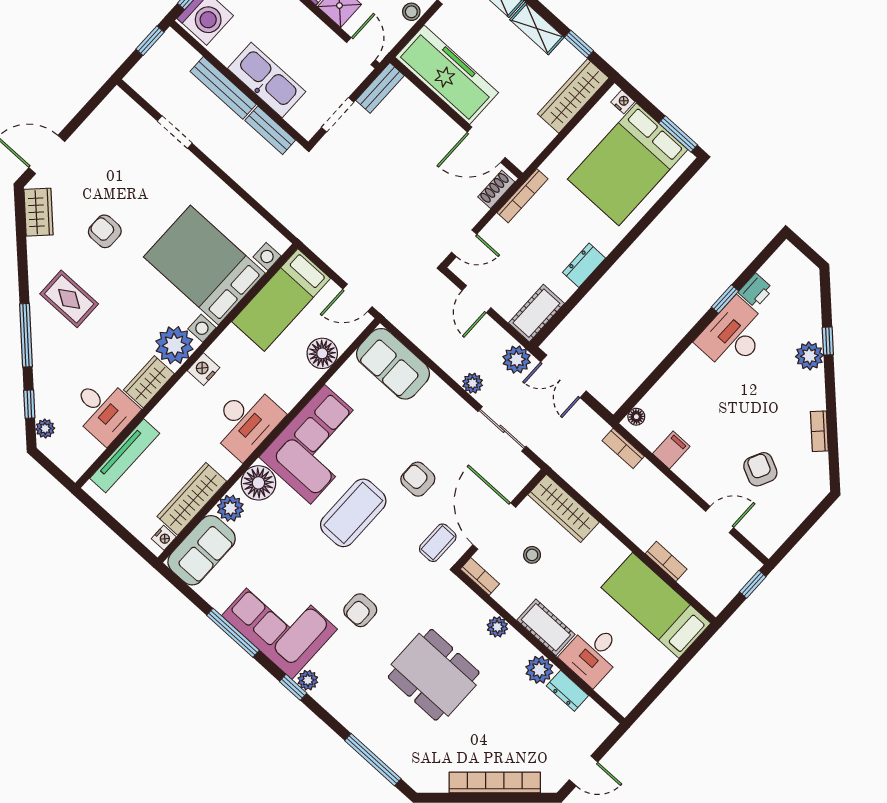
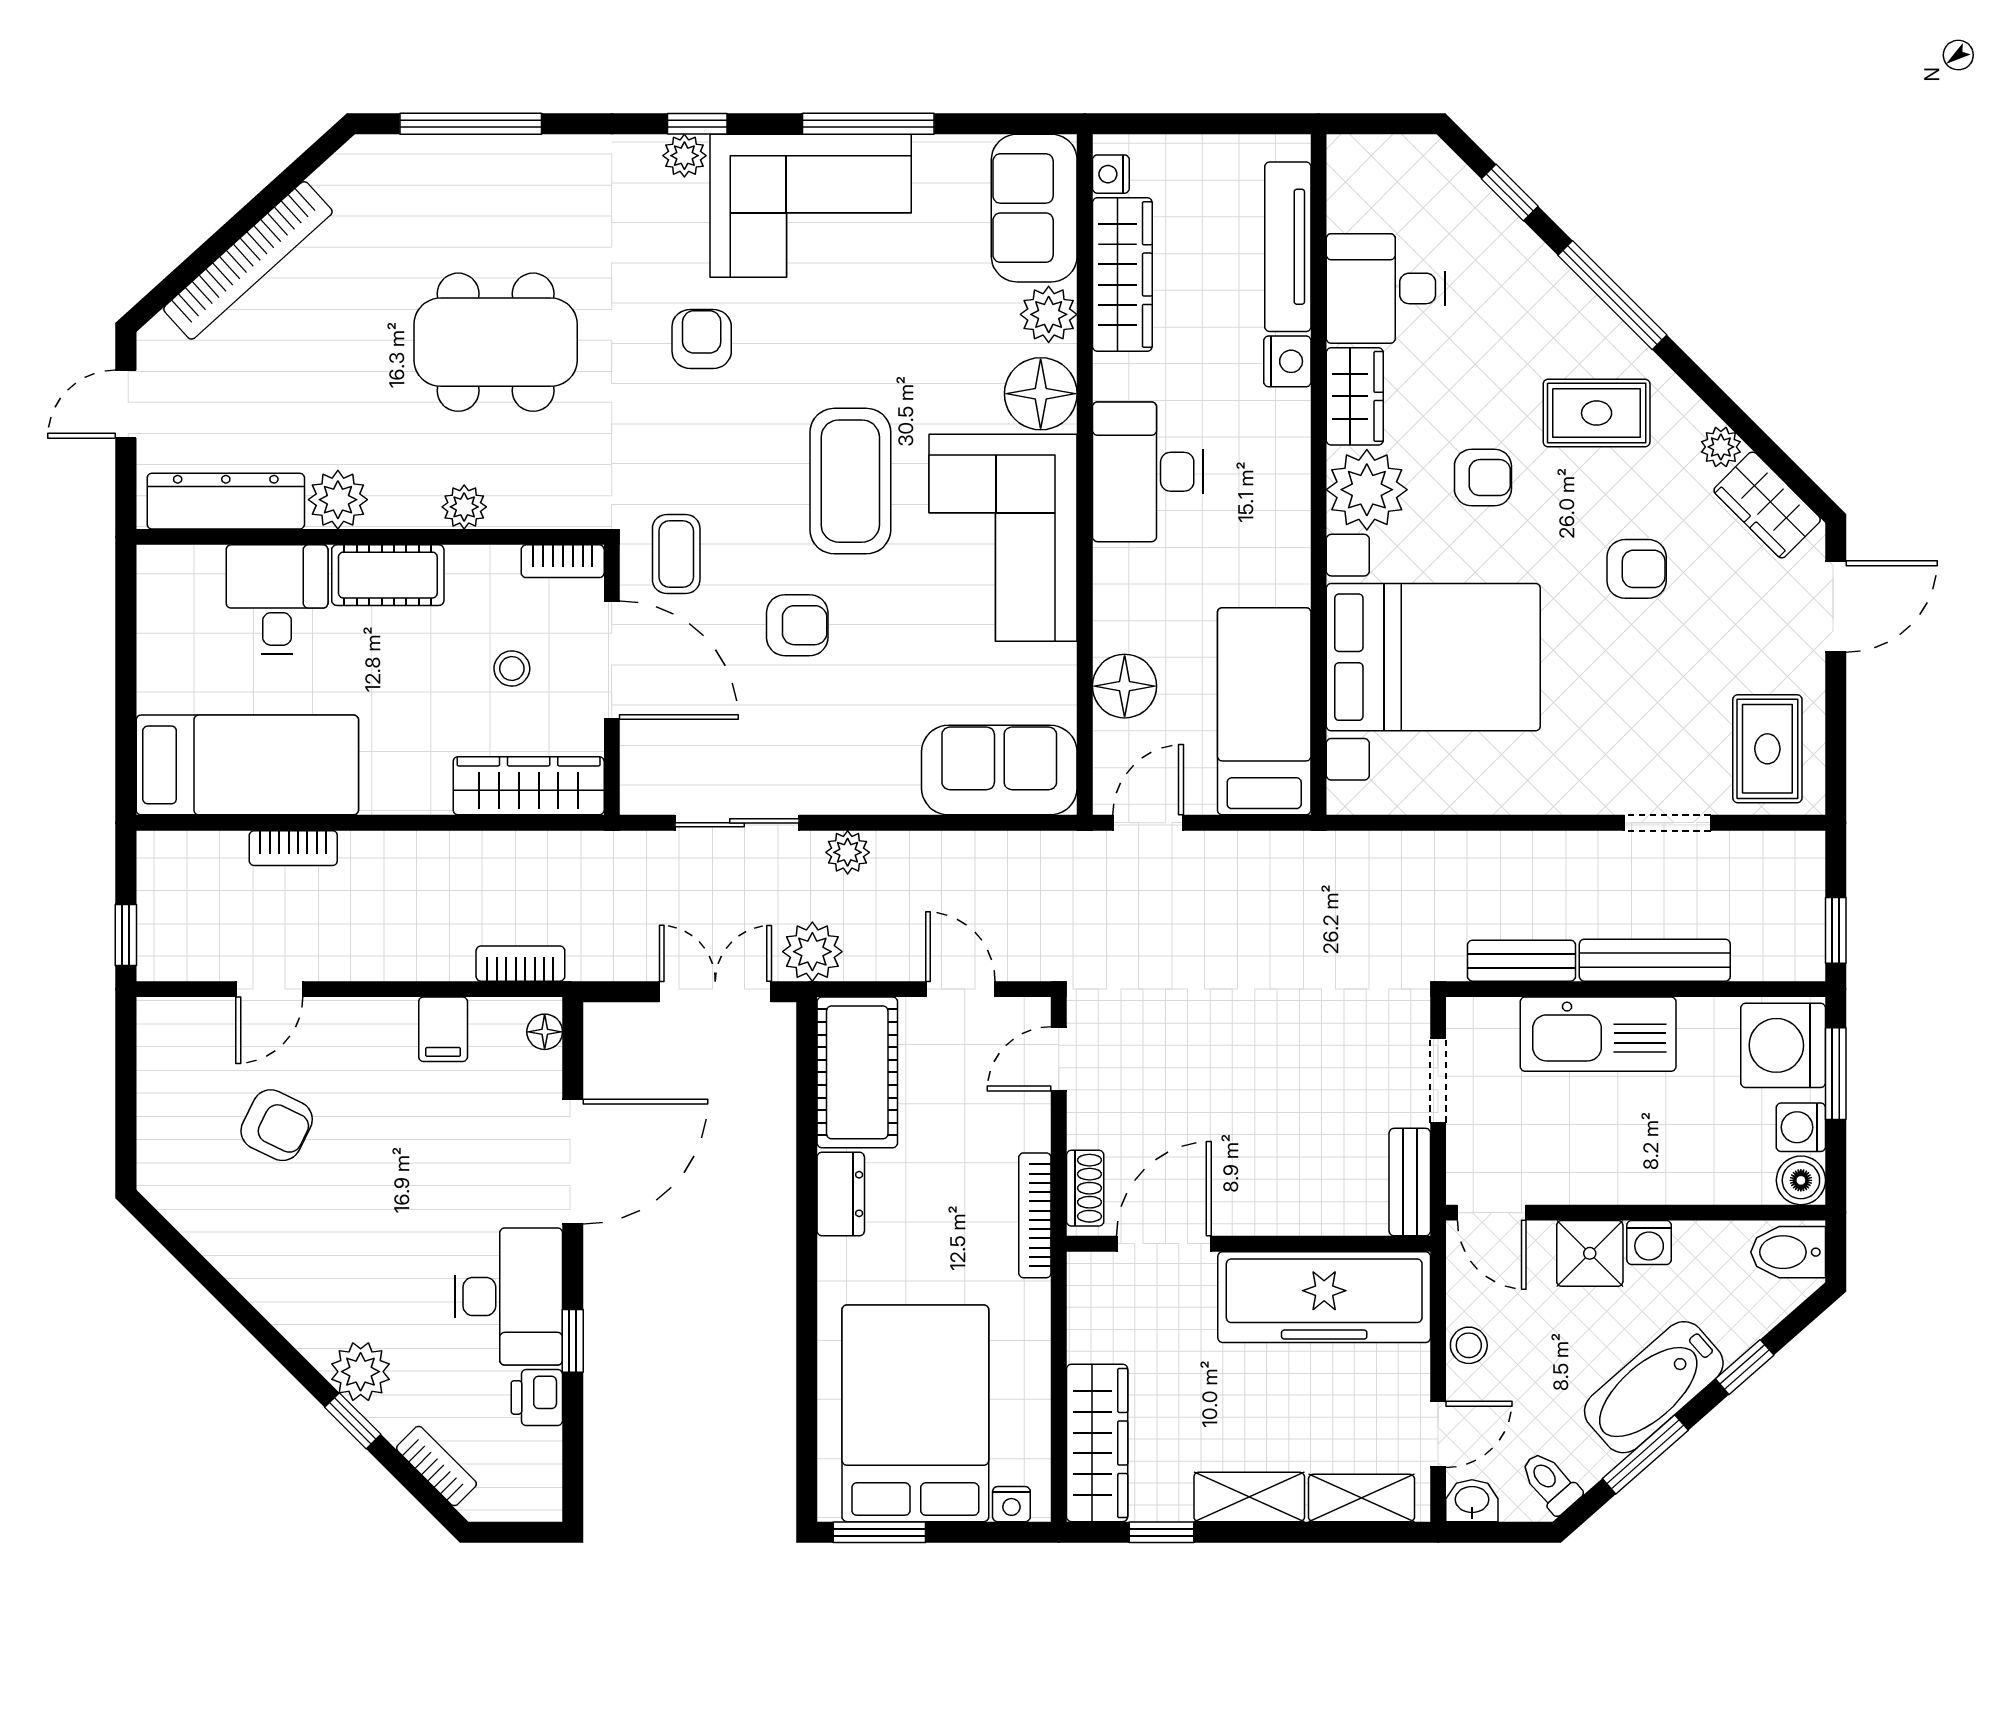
rug: (116, 126) -> (1767, 749), added
armchair: (130, 312) -> (1483, 478), added
cot: (536, 313) -> (857, 1072), width x1.37, depth x1.34
door: (668, 362) -> (573, 1162), added
nightstand: (204, 369) -> (1287, 361), moved
plant: (45, 429) -> (1721, 447), moved
bookcase: (819, 431) -> (436, 1466), moved
dresser: (567, 691) -> (226, 501), width x1.96, depth x1.24

